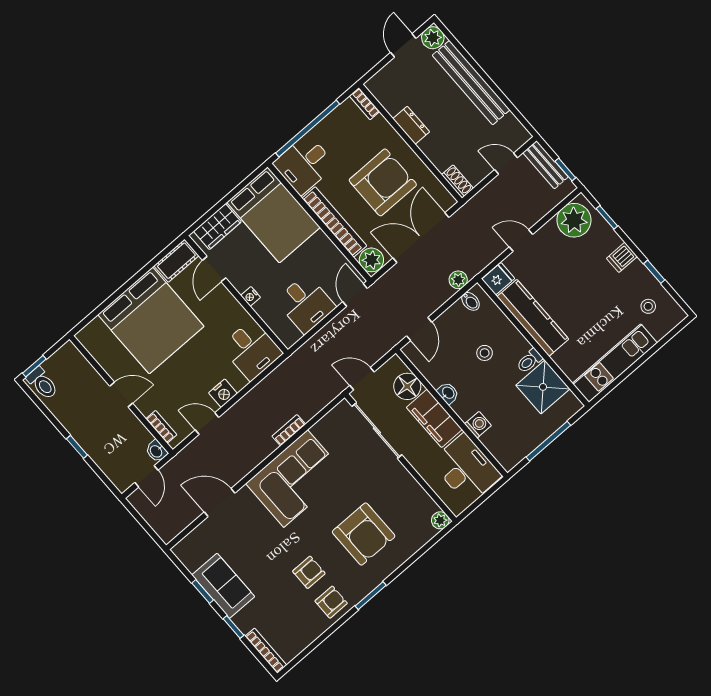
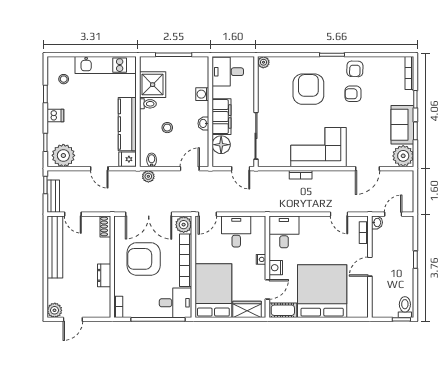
bench: (471, 83) -> (55, 247), moved
nightstand: (223, 393) -> (276, 268), moved, turned -90
door: (121, 395) -> (370, 267), hinge flipped
desk: (466, 469) -> (228, 72), width x0.73
door: (220, 503) -> (368, 169), hinge flipped
plant: (192, 552) -> (403, 156), added
armchair: (331, 602) -> (355, 69), turned -88

